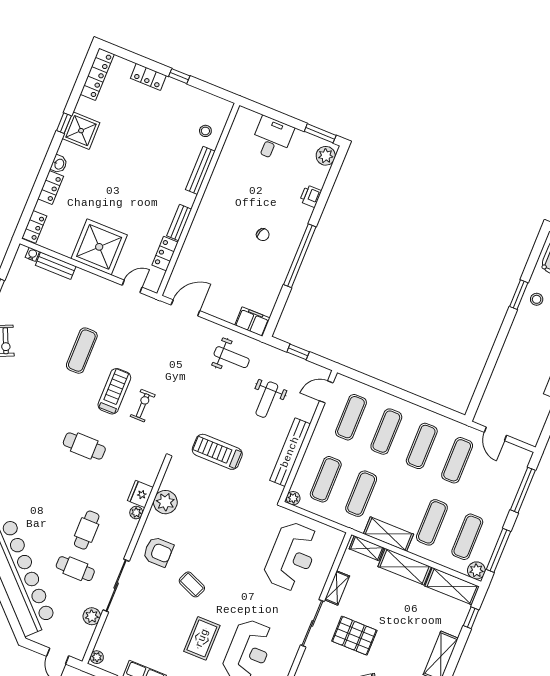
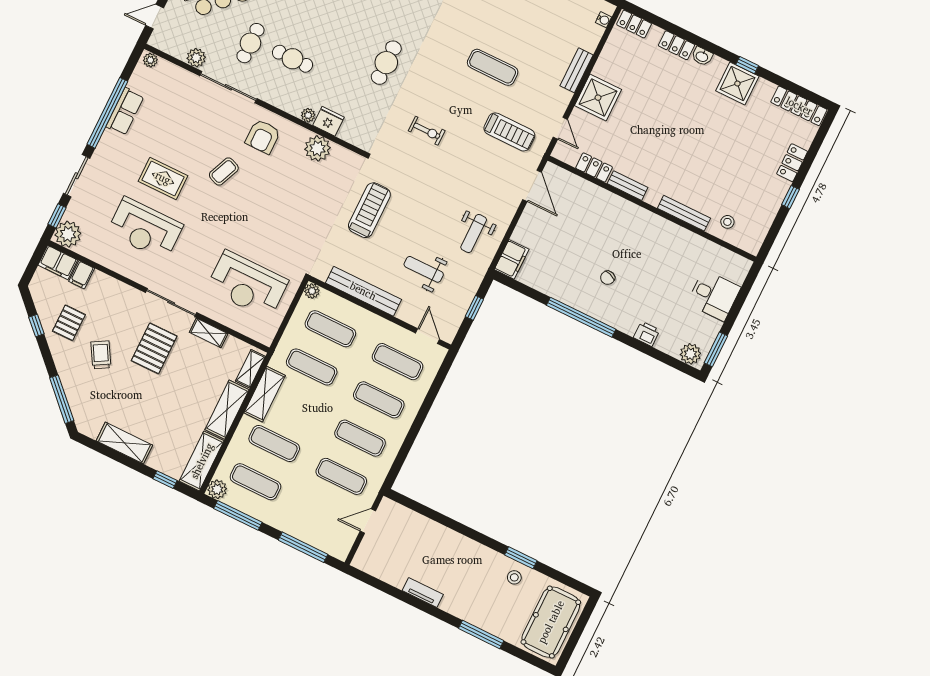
shower: (99, 247) -> (598, 98), width x0.73, depth x0.73
bench: (56, 266) -> (577, 70), moved
treadmill: (114, 391) -> (509, 132), moved

